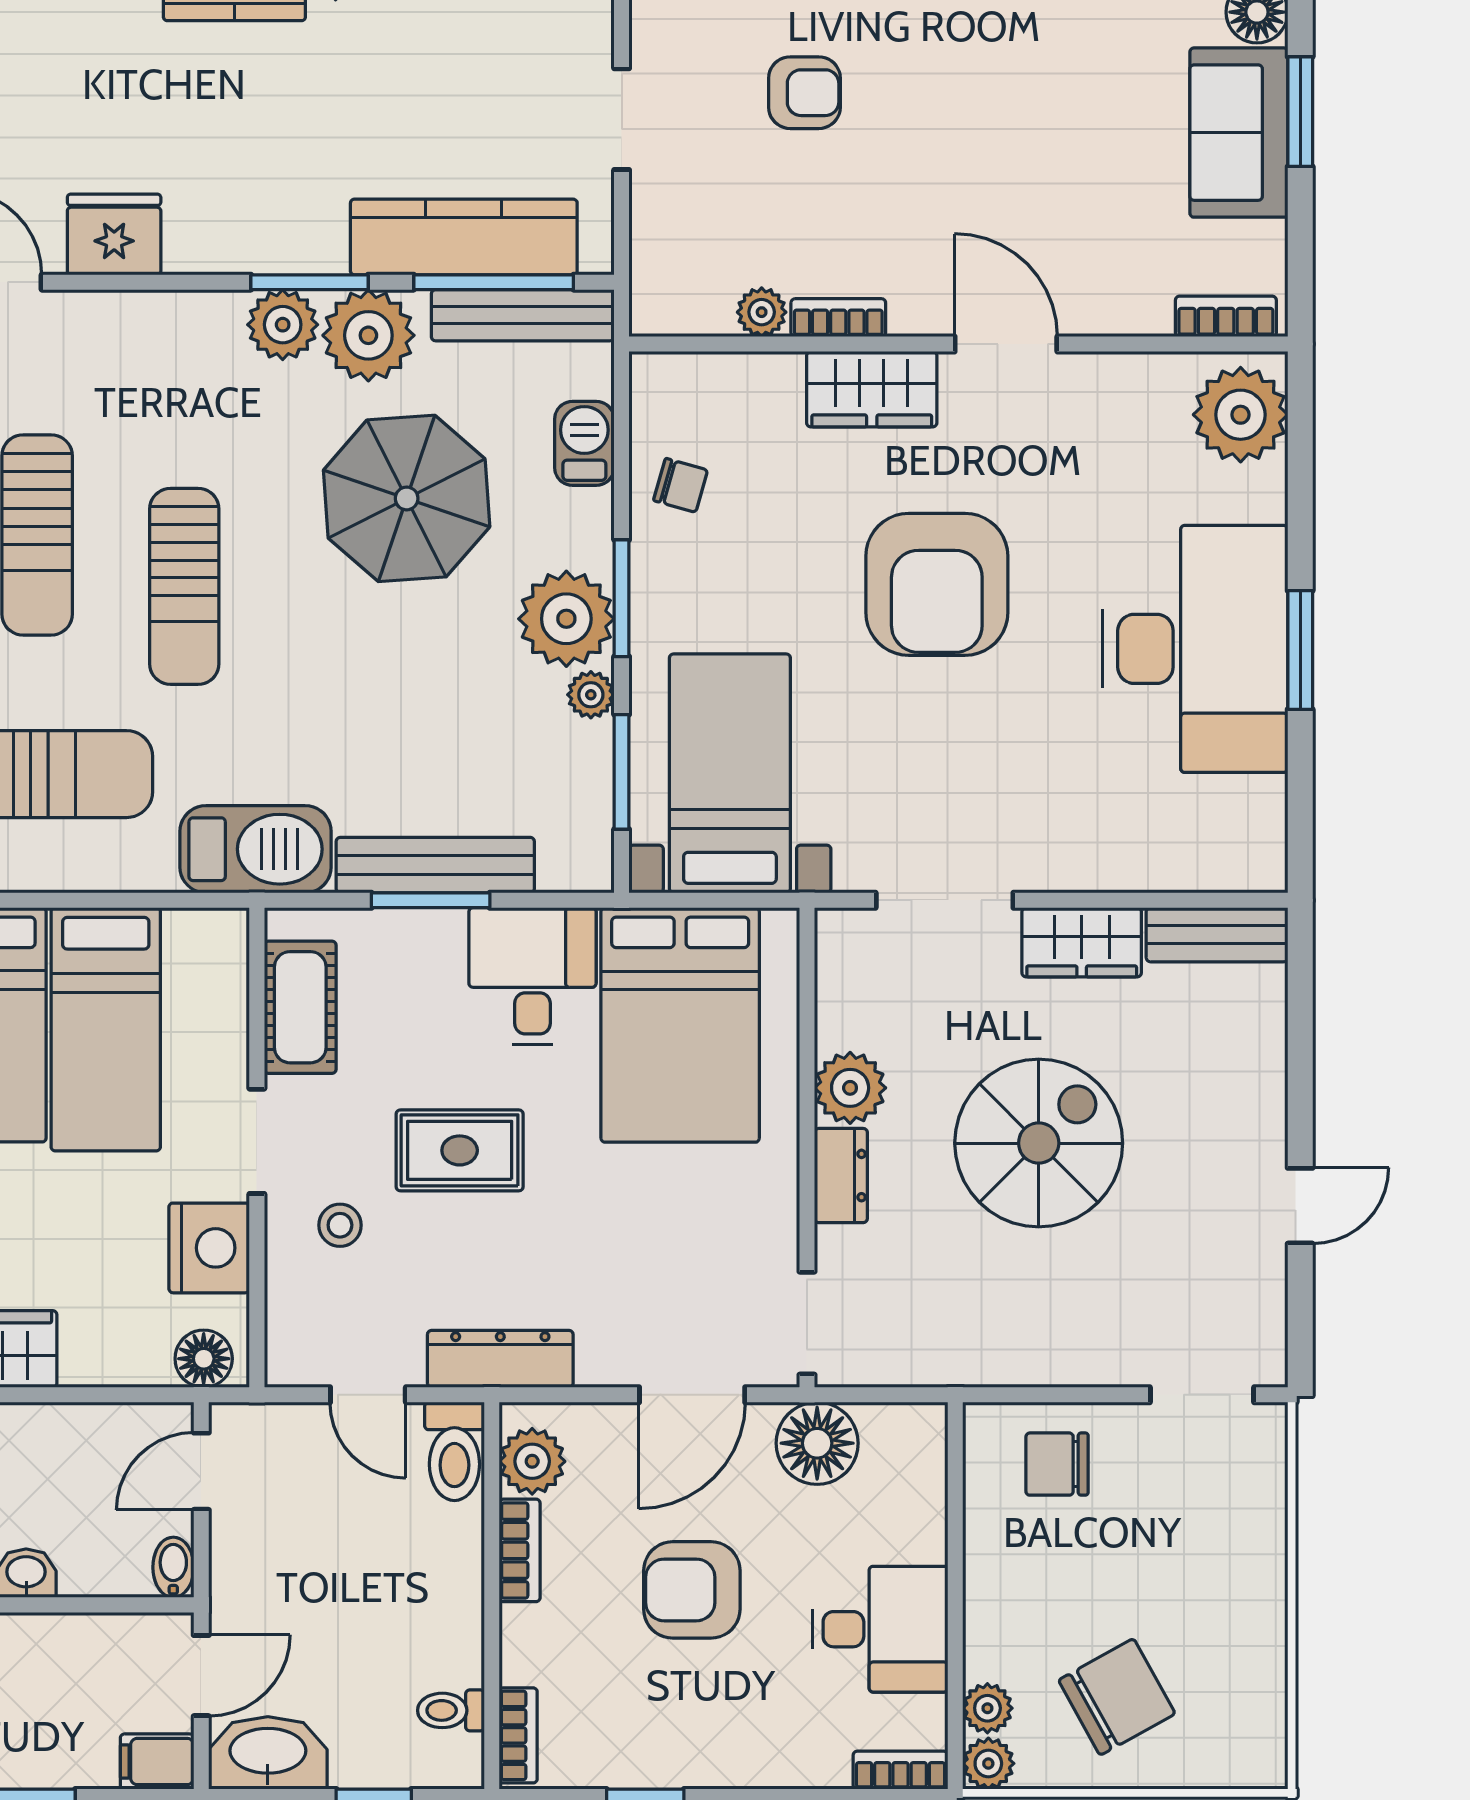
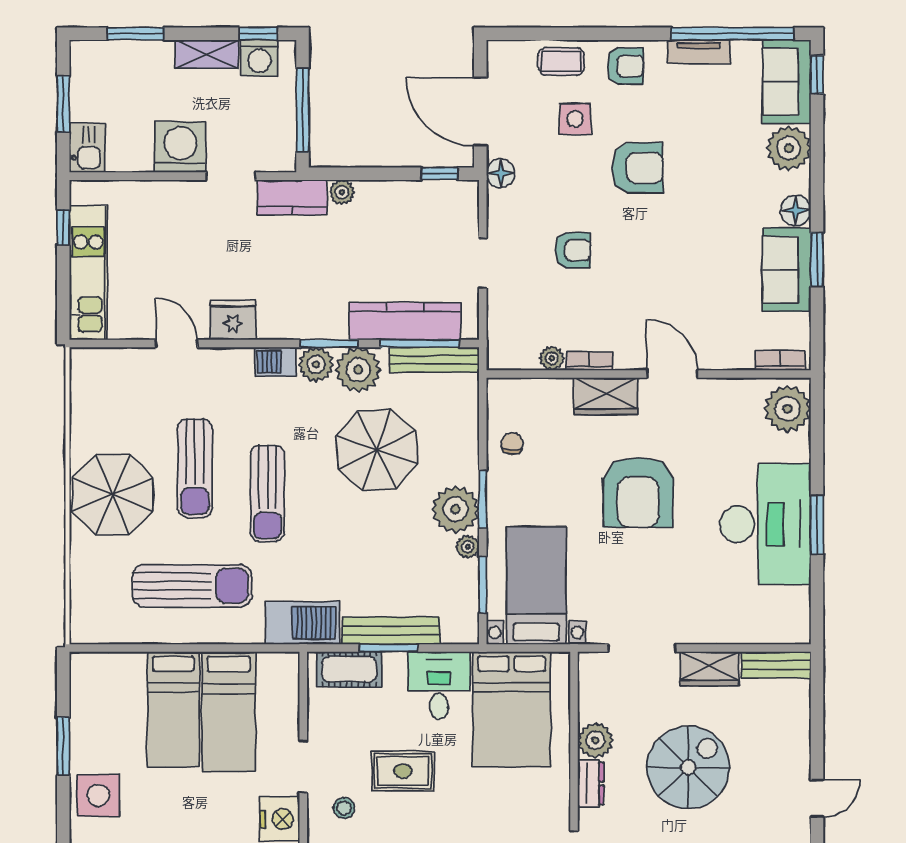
barbecue: (584, 443) -> (276, 362), moved, turned -90
chair: (681, 485) -> (512, 444), turned -100
cot: (300, 1007) -> (349, 669), moved, turned 90

